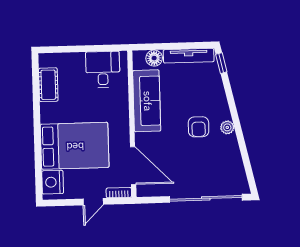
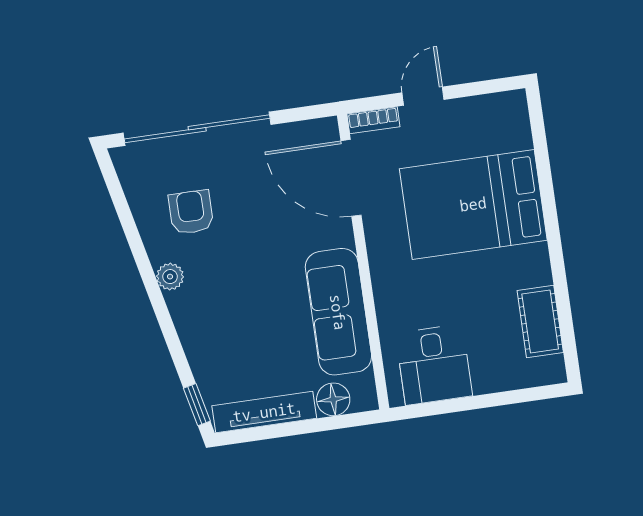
armchair: (199, 127) -> (191, 212), moved
nightstand: (53, 182) -> (509, 126), removed

